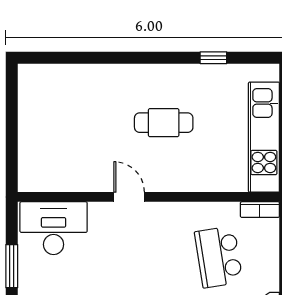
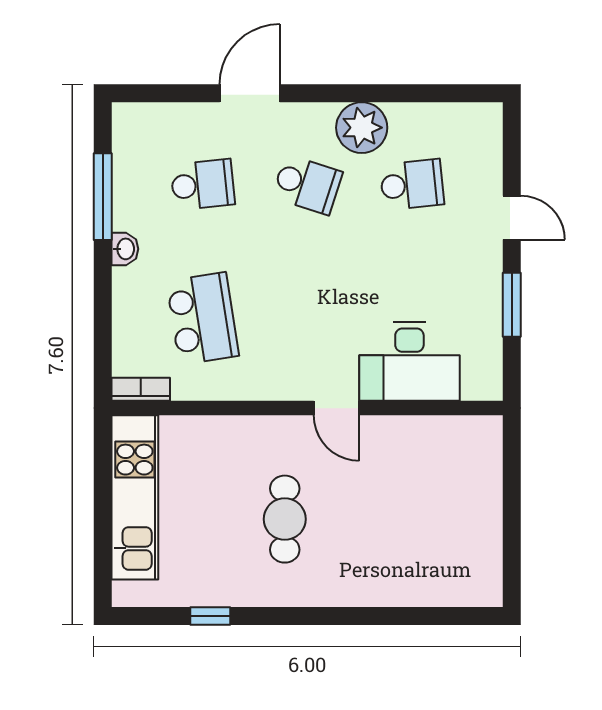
cafe table: (164, 123) -> (285, 519), turned 90
desk: (54, 228) -> (409, 361), moved

